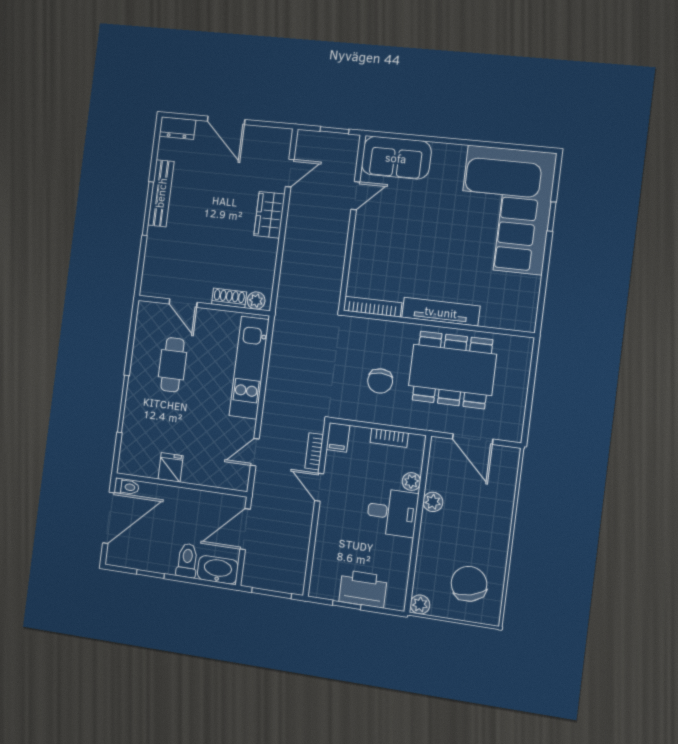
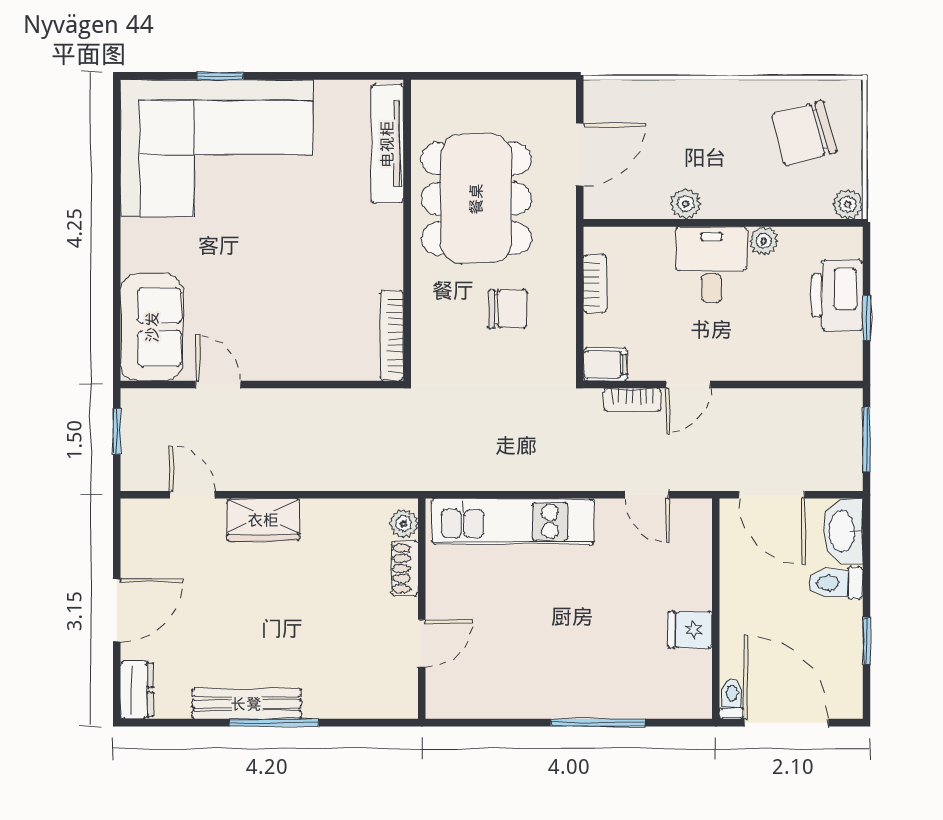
tv unit: (441, 312) -> (387, 144), moved
cafe table: (172, 365) -> (524, 648), removed
plant: (411, 482) -> (764, 241), moved

